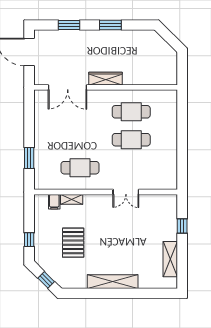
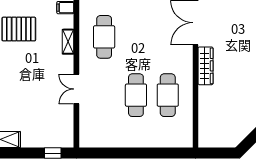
shelving: (72, 199) -> (68, 42), moved
window: (182, 226) -> (53, 153), moved

